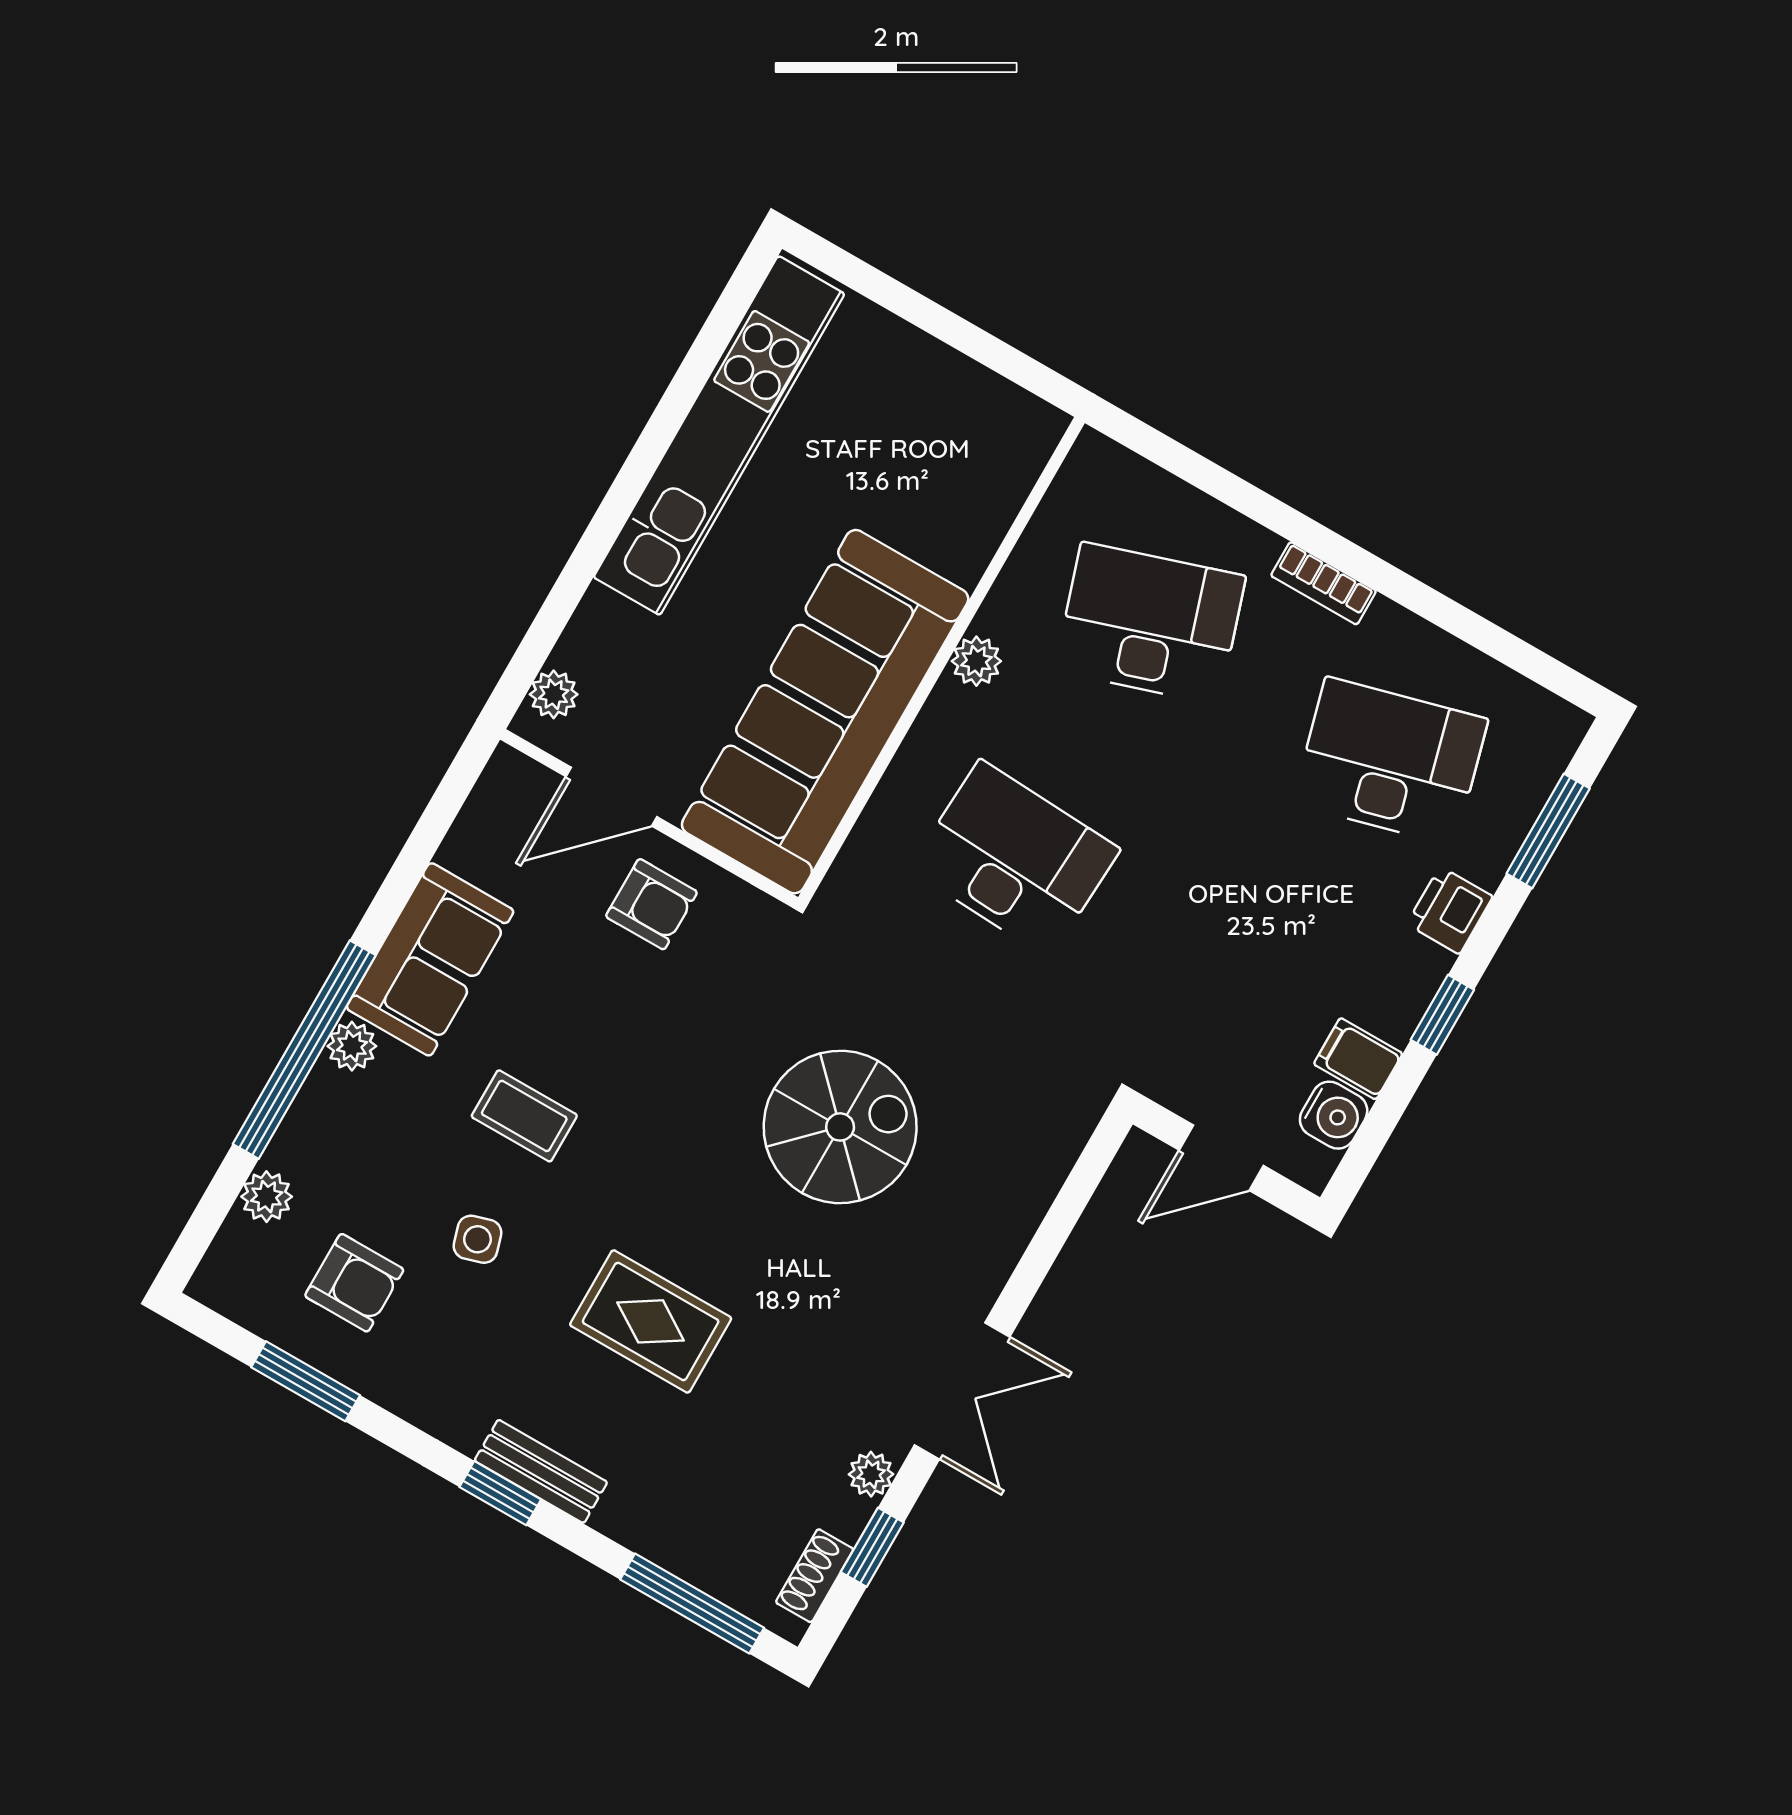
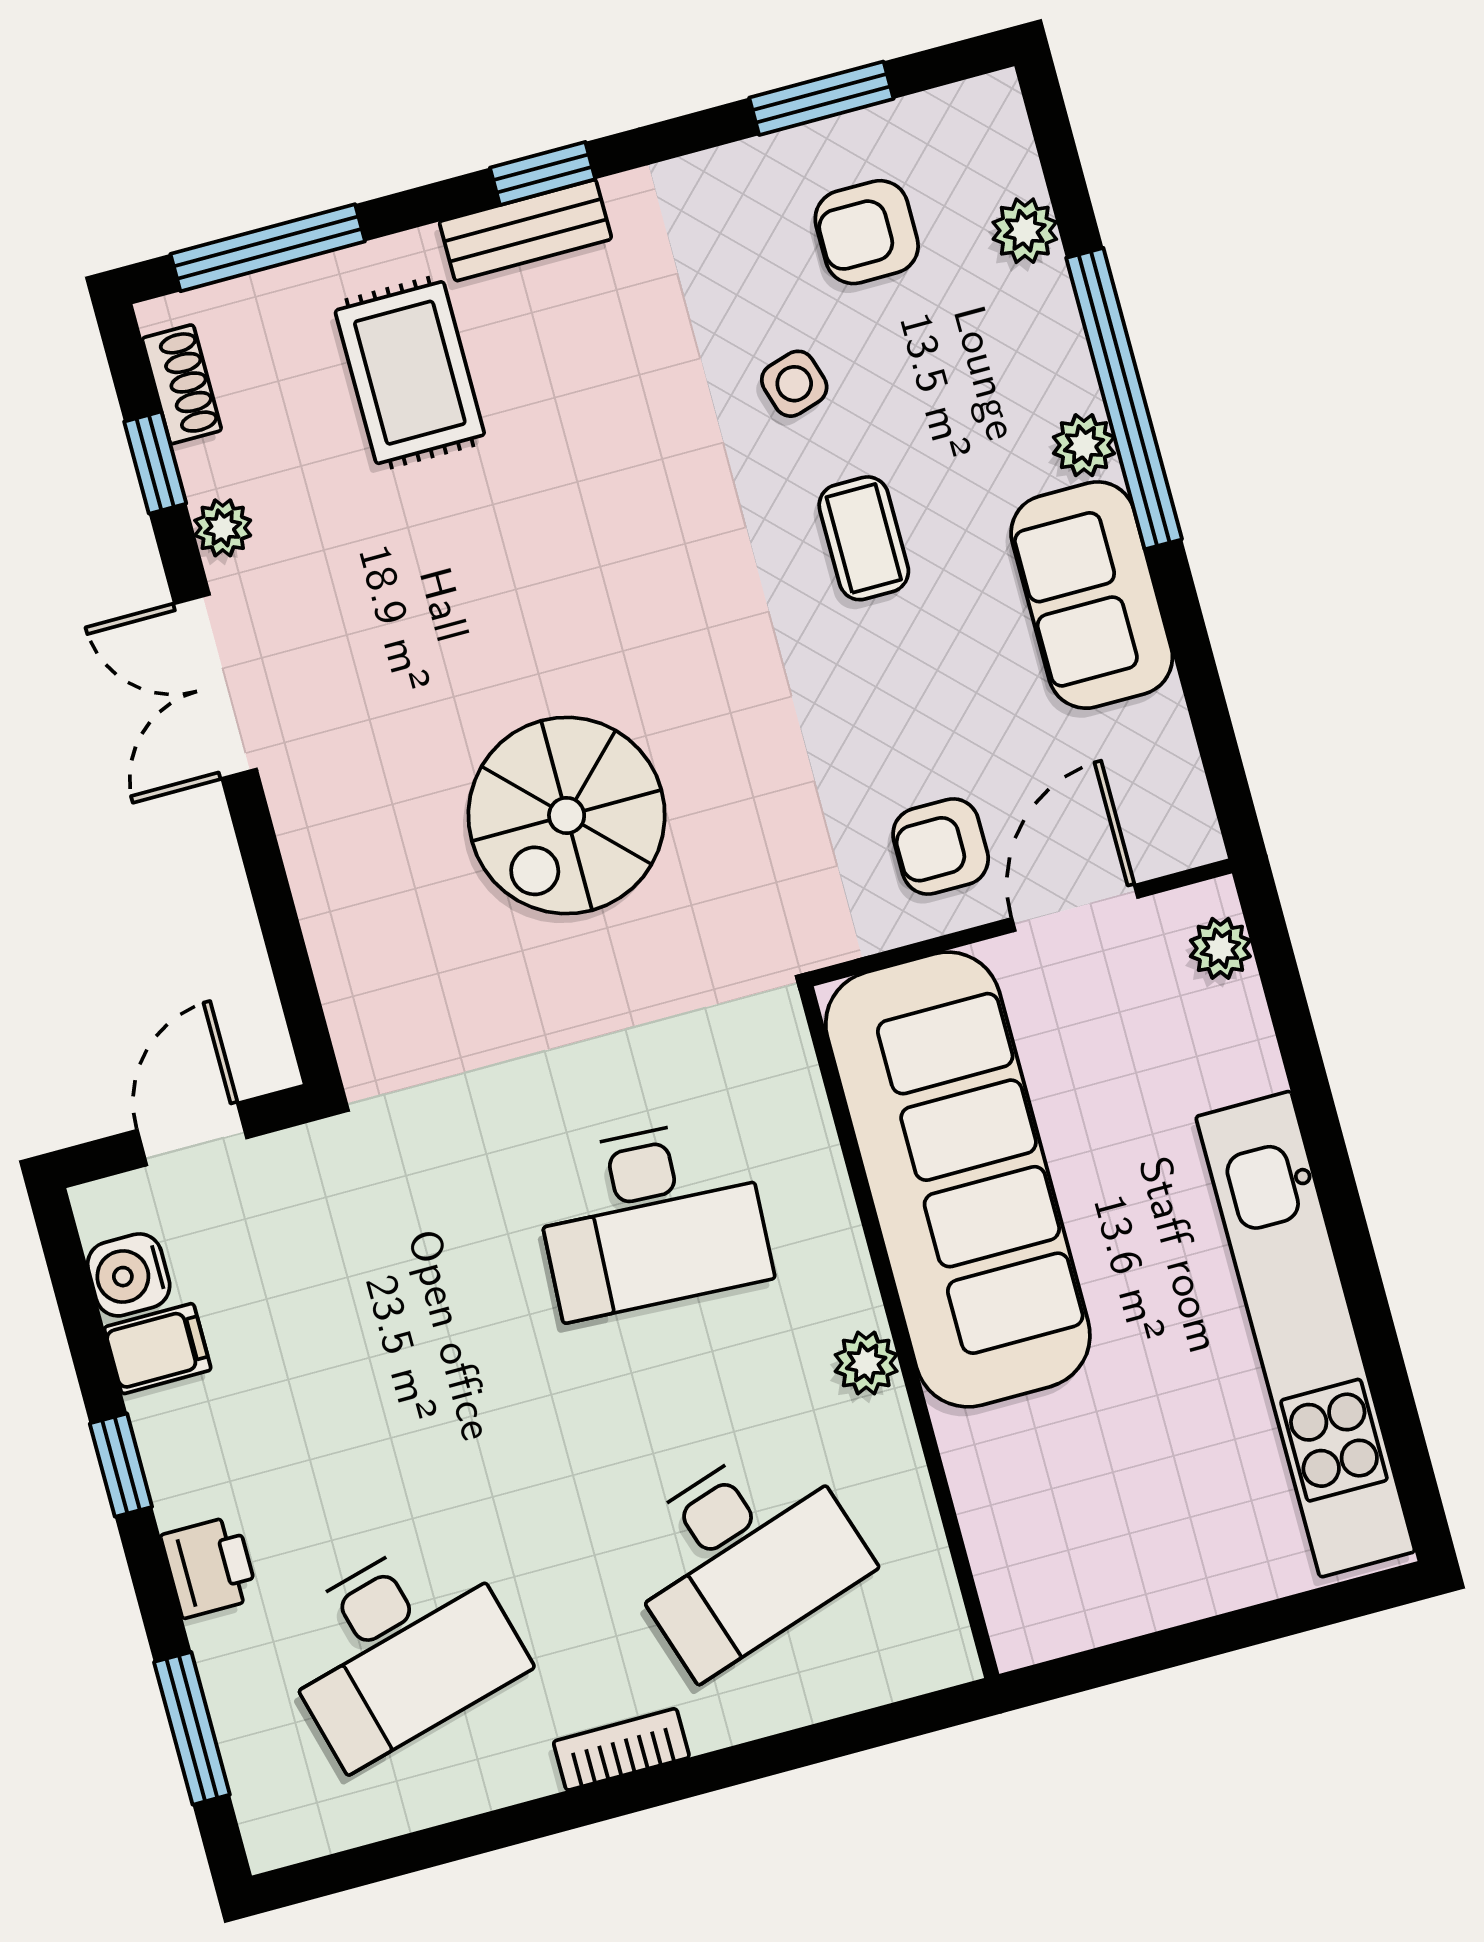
coffee table: (524, 1116) -> (864, 538), turned 90
rug: (651, 1321) -> (410, 373), moved, turned 90

